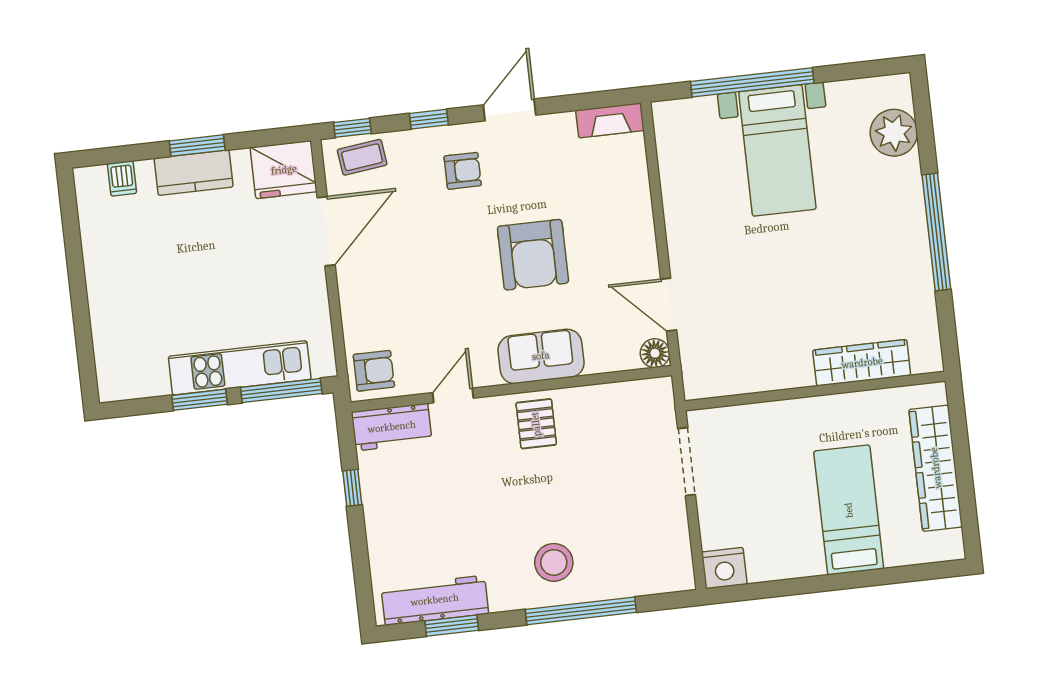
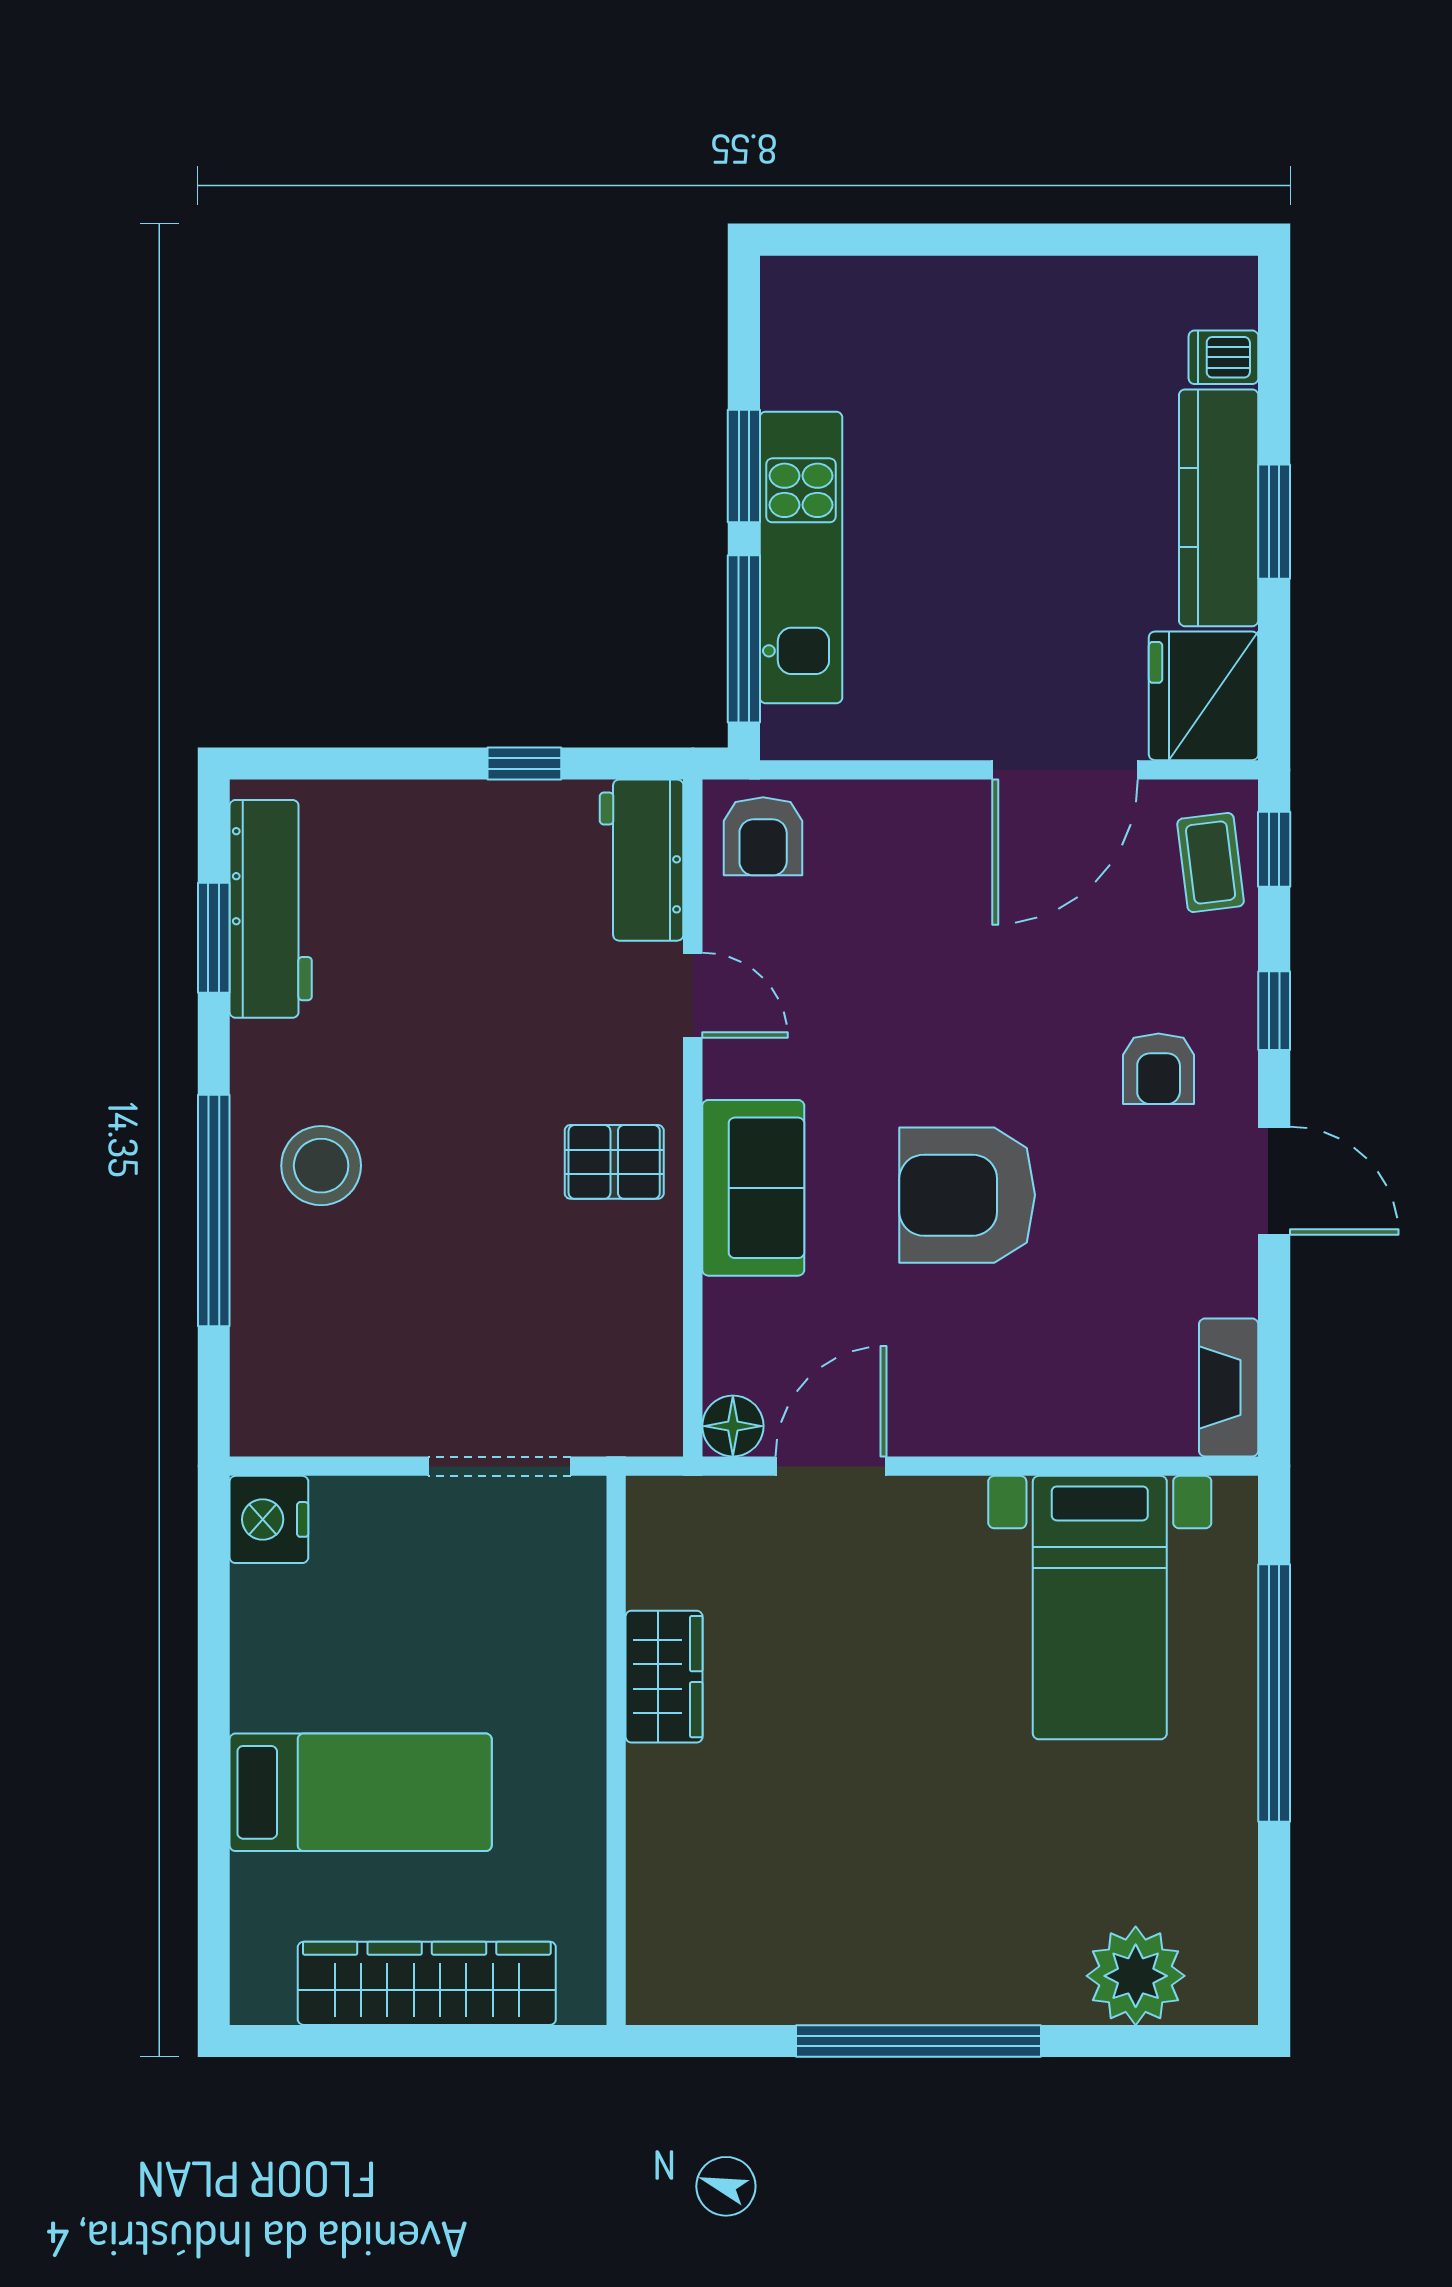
bed with nightstands: (777, 150) -> (1100, 1608), moved, turned -90
kitchen counter: (194, 173) -> (1219, 508), width x1.50
door: (326, 231) -> (1065, 770), hinge flipped
wardrobe: (862, 363) -> (664, 1677), moved, width x0.67

